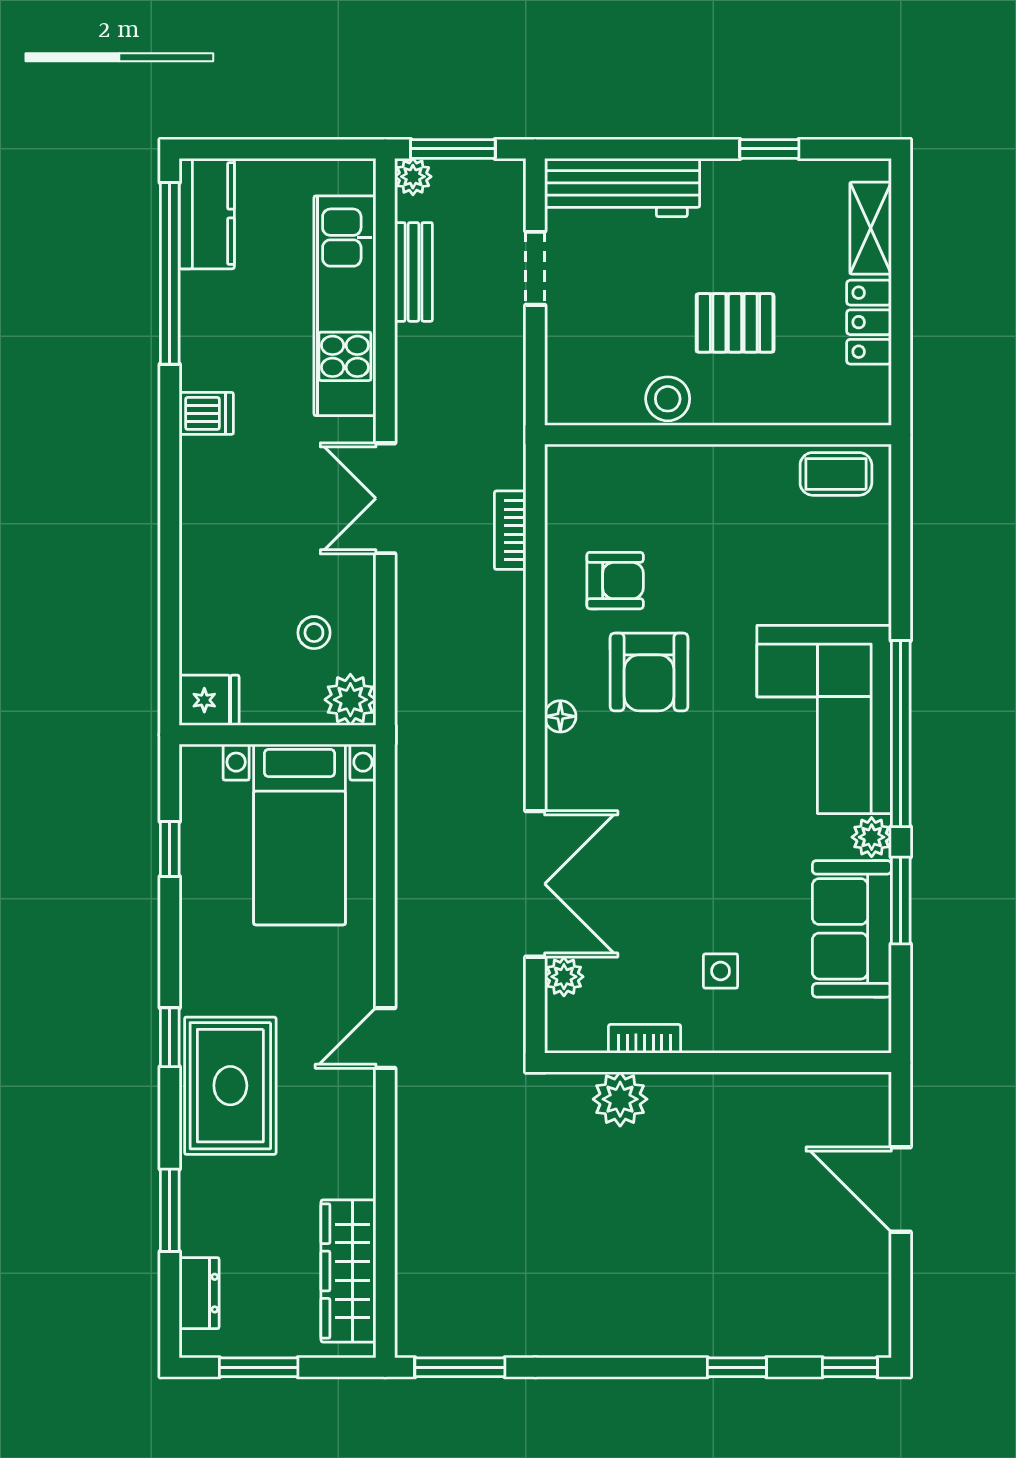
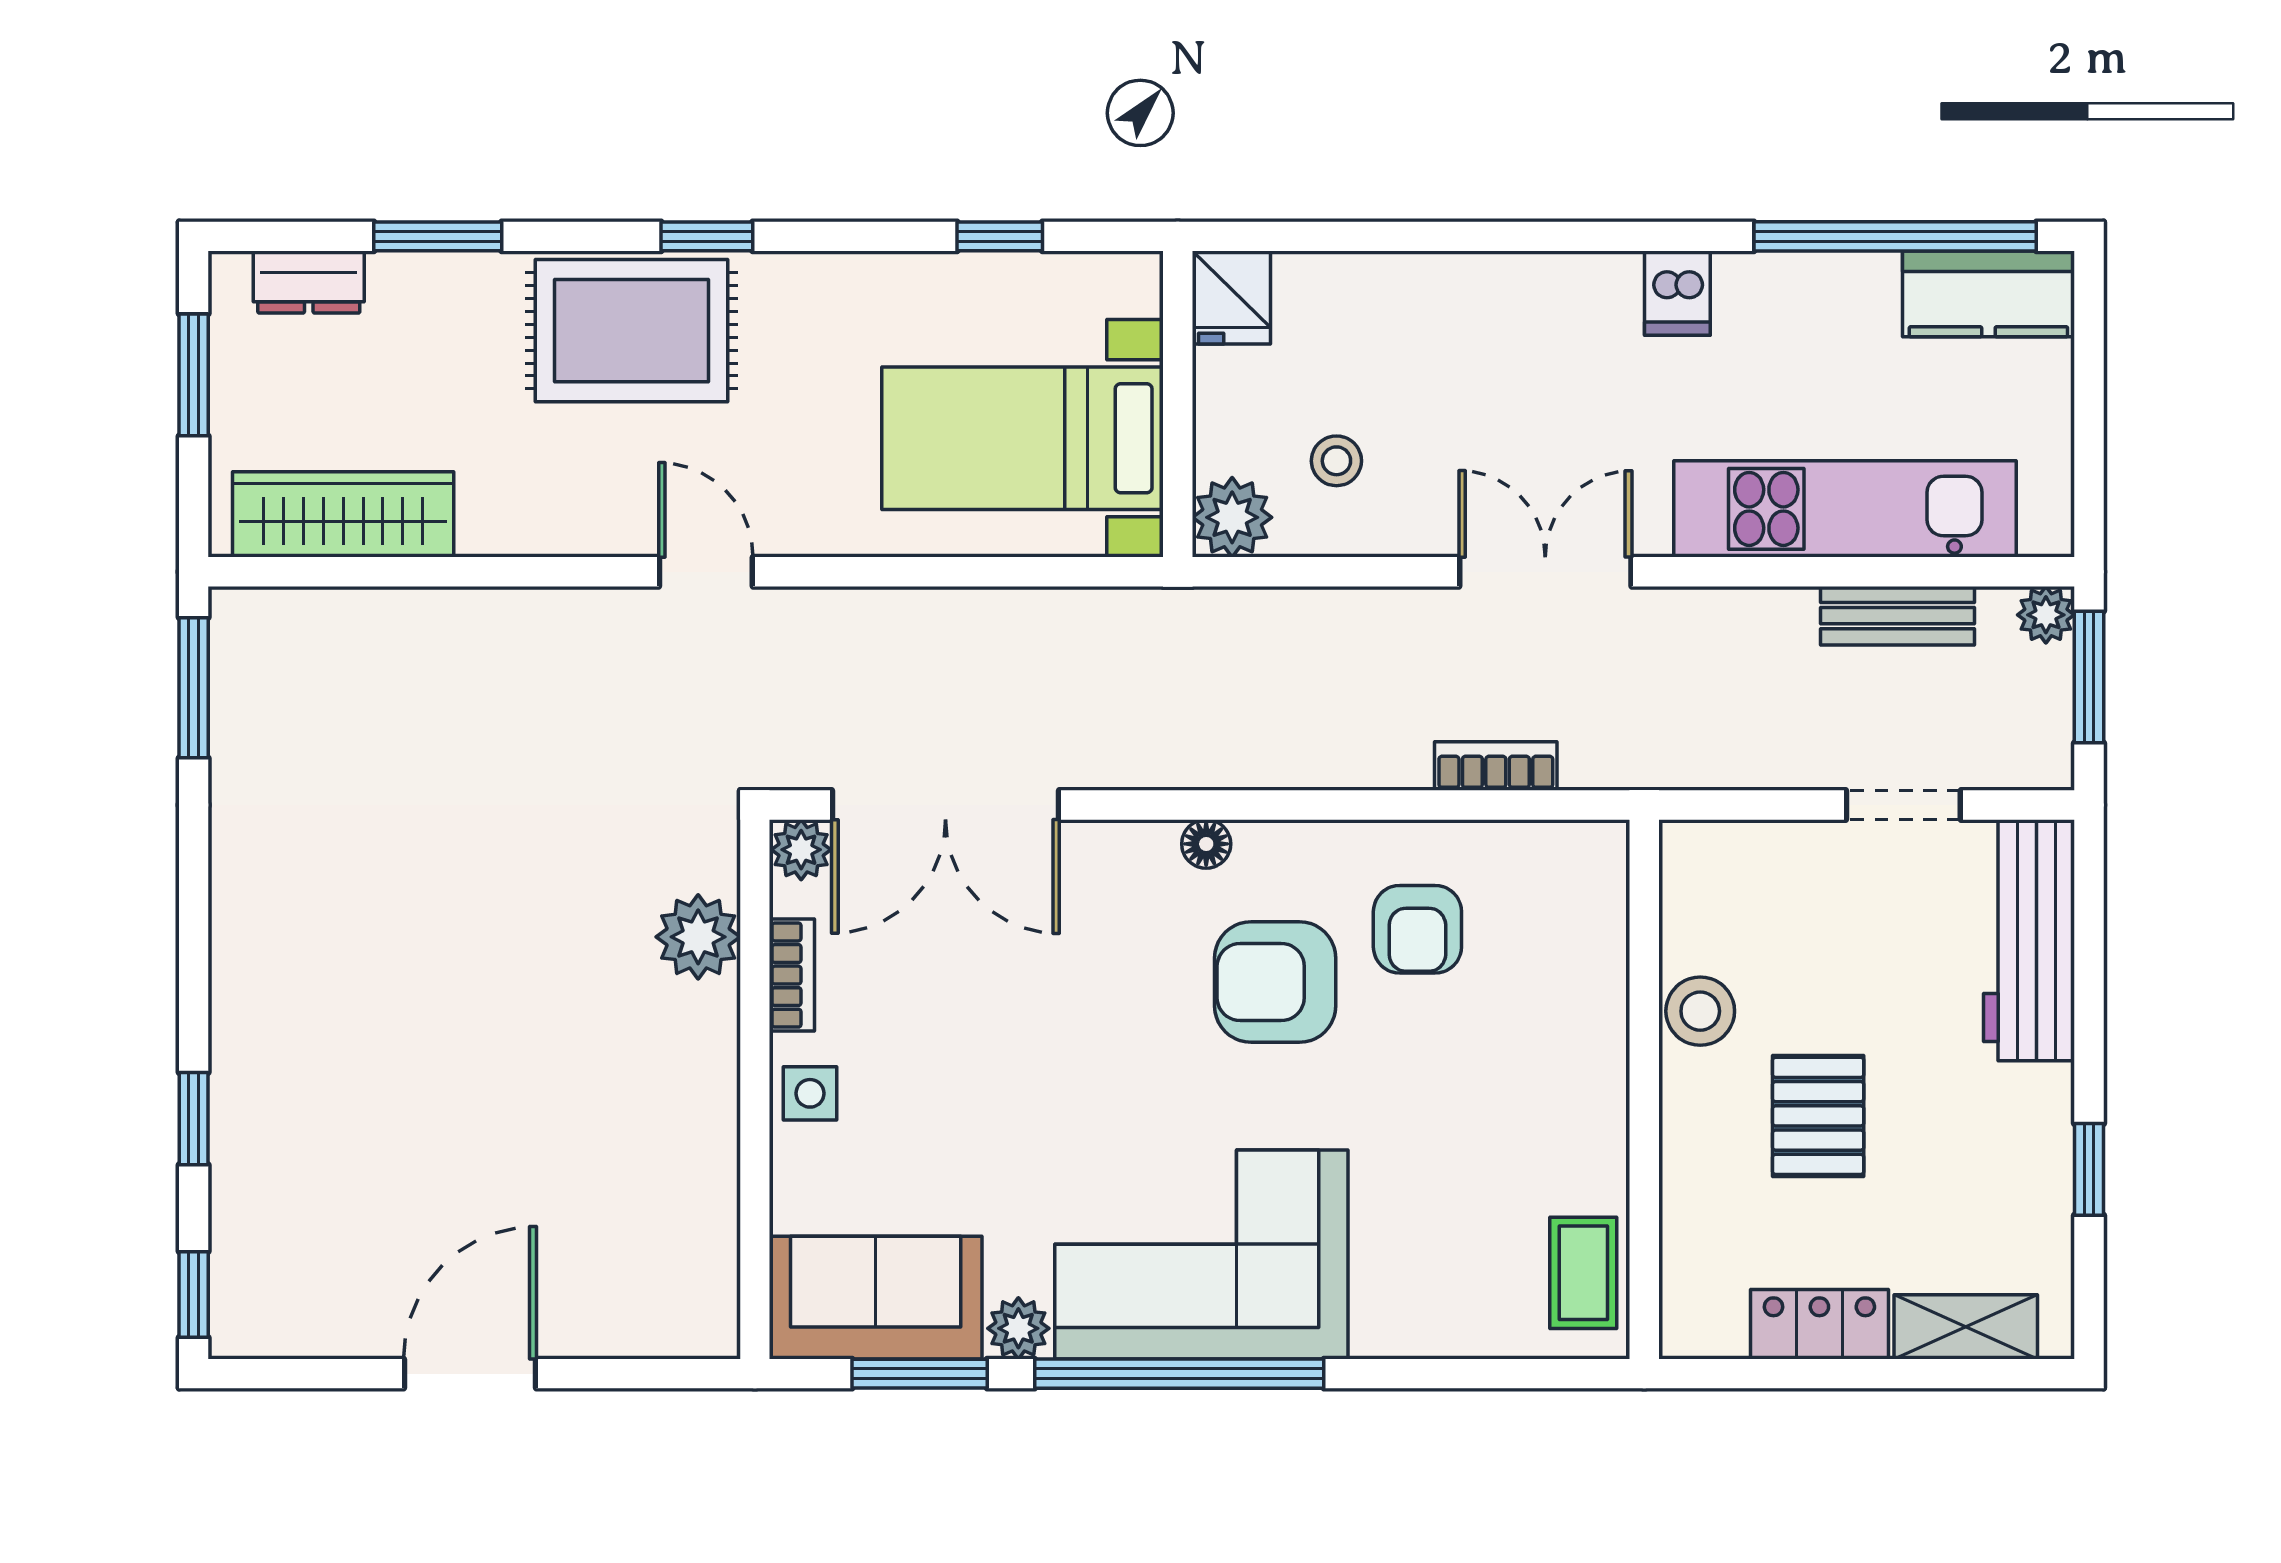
bookcase: (645, 1039) -> (792, 975), moved
wall: (718, 1063) -> (755, 1089), moved
plant: (620, 1099) -> (698, 937), moved

